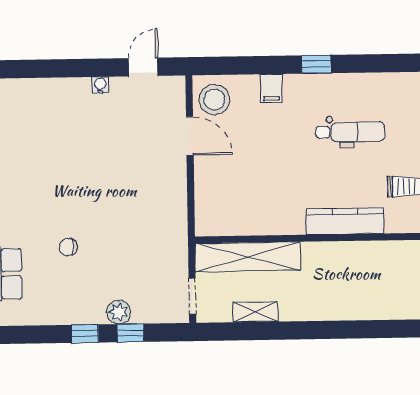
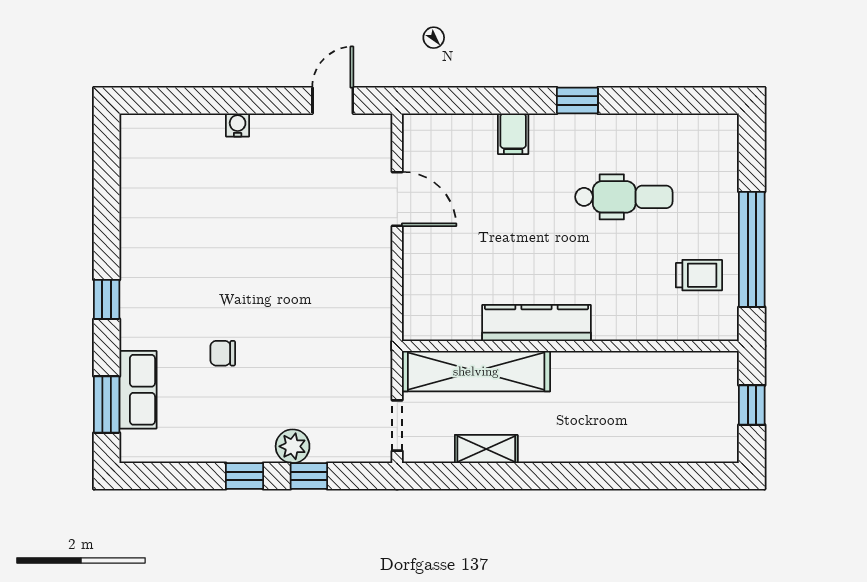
water cooler: (100, 85) -> (238, 125), moved
stool: (214, 100) -> (433, 148), removed
kitchen counter: (345, 221) -> (537, 323), moved

